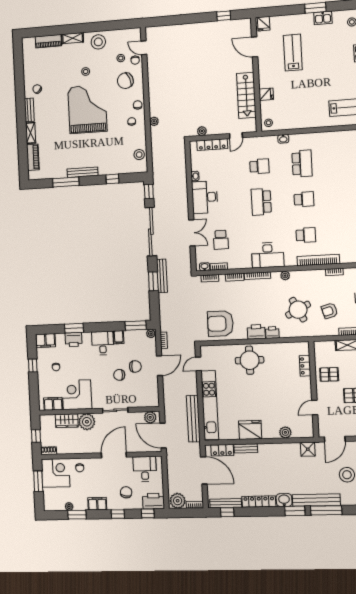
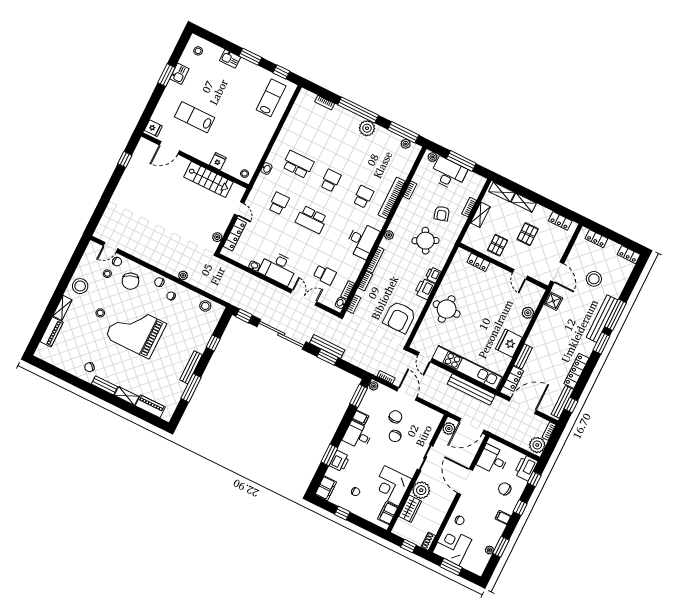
washbasin: (284, 500) -> (587, 347), removed
filing cabinet: (97, 504) -> (503, 517), width x0.50

